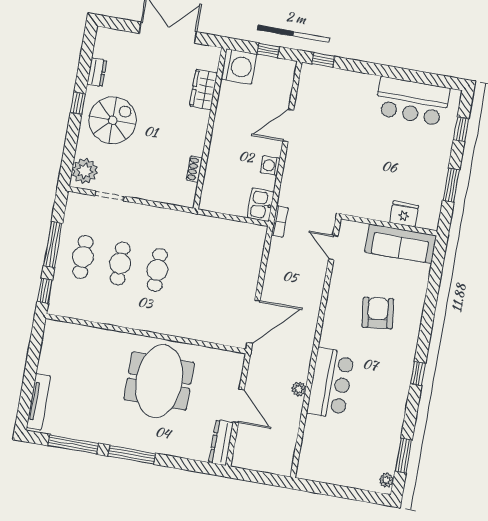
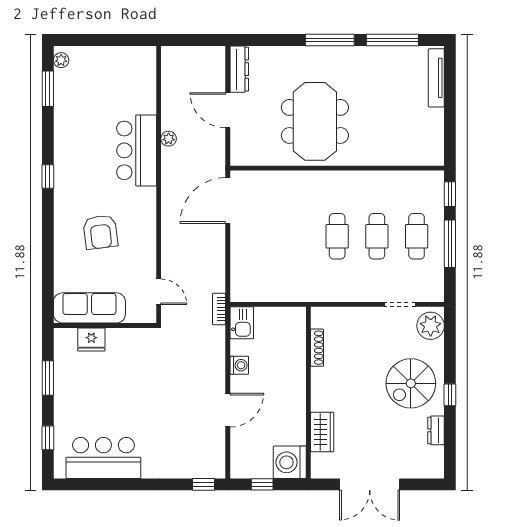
shoe rack: (194, 169) -> (317, 348), width x1.43

